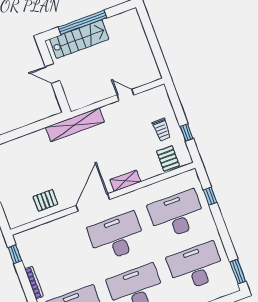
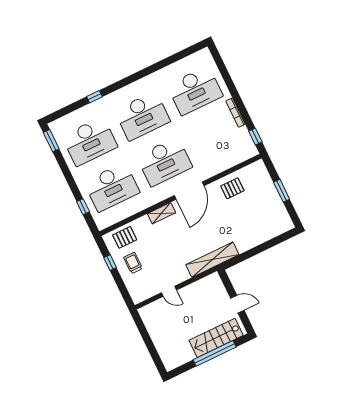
pallet: (168, 158) -> (125, 237), turned 90

